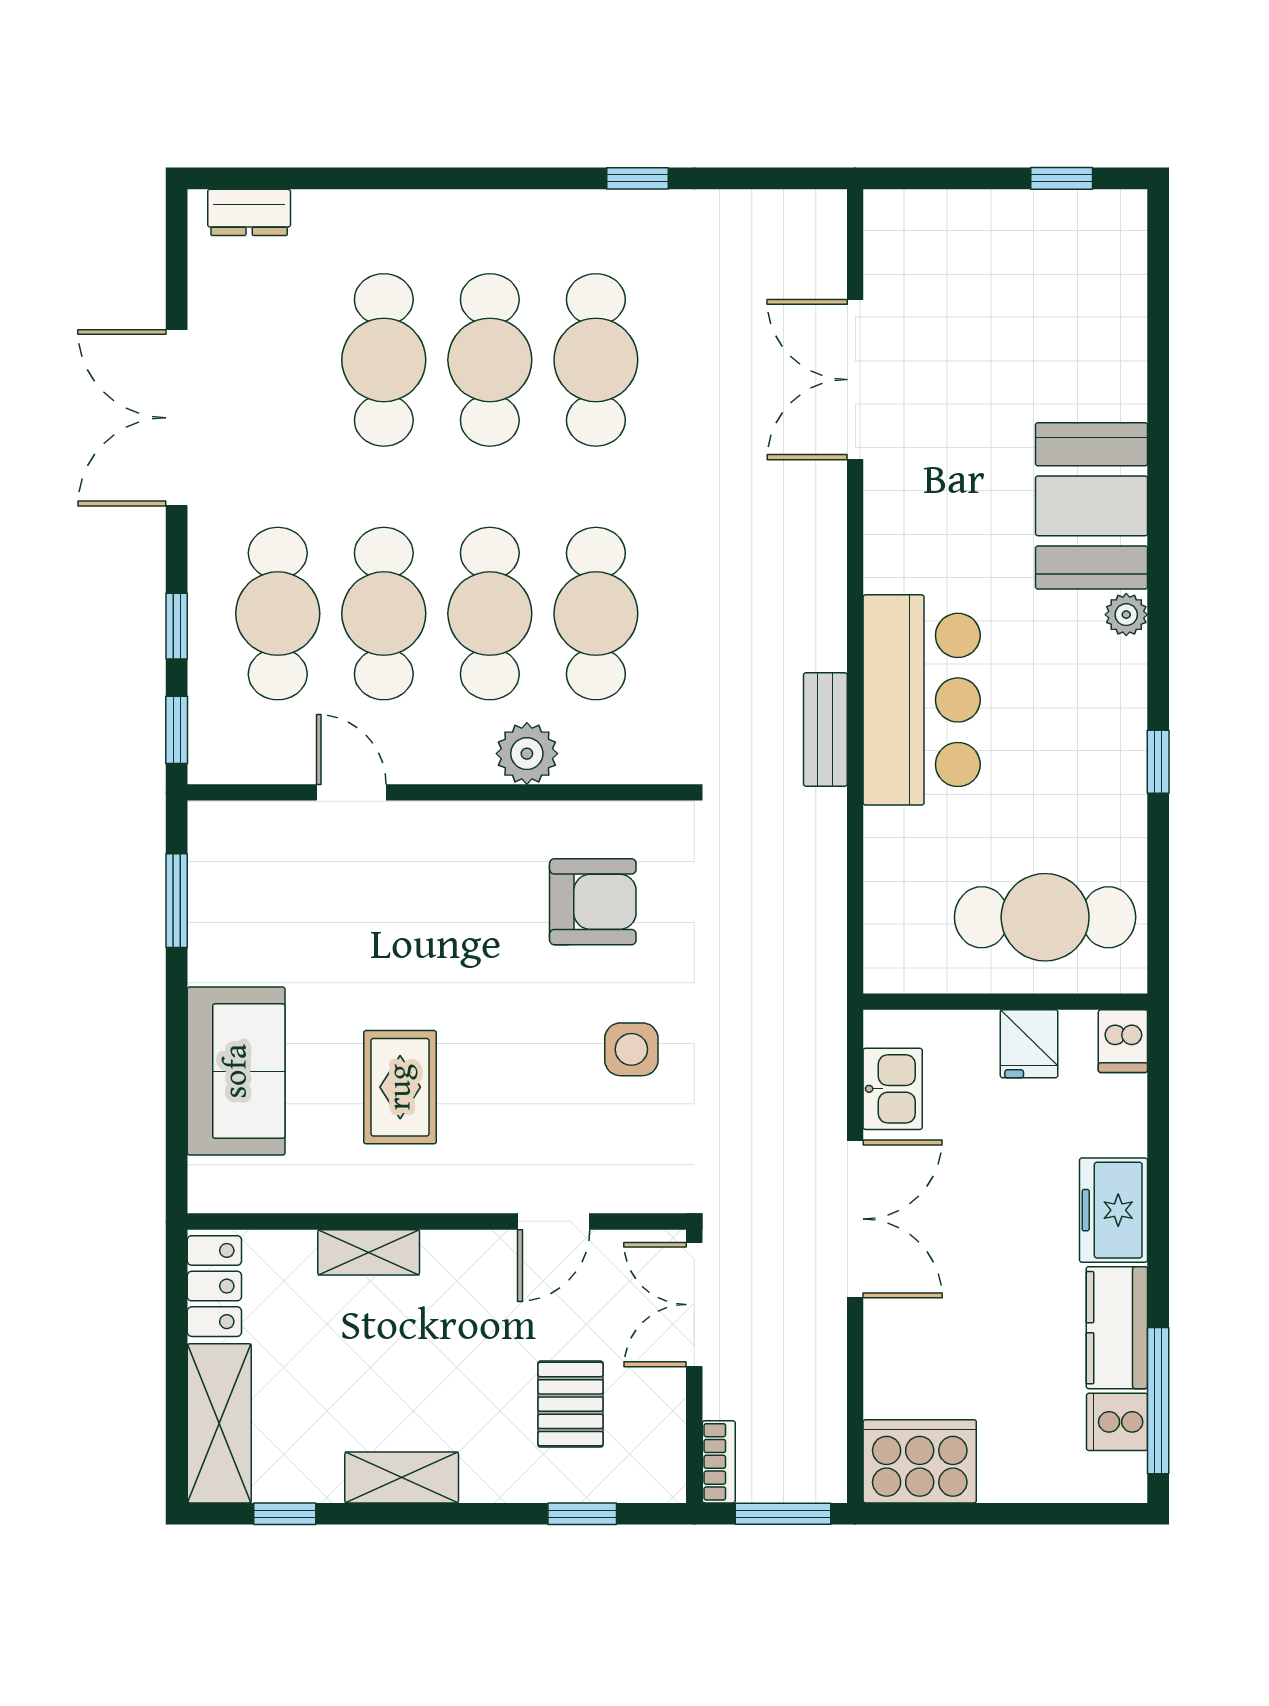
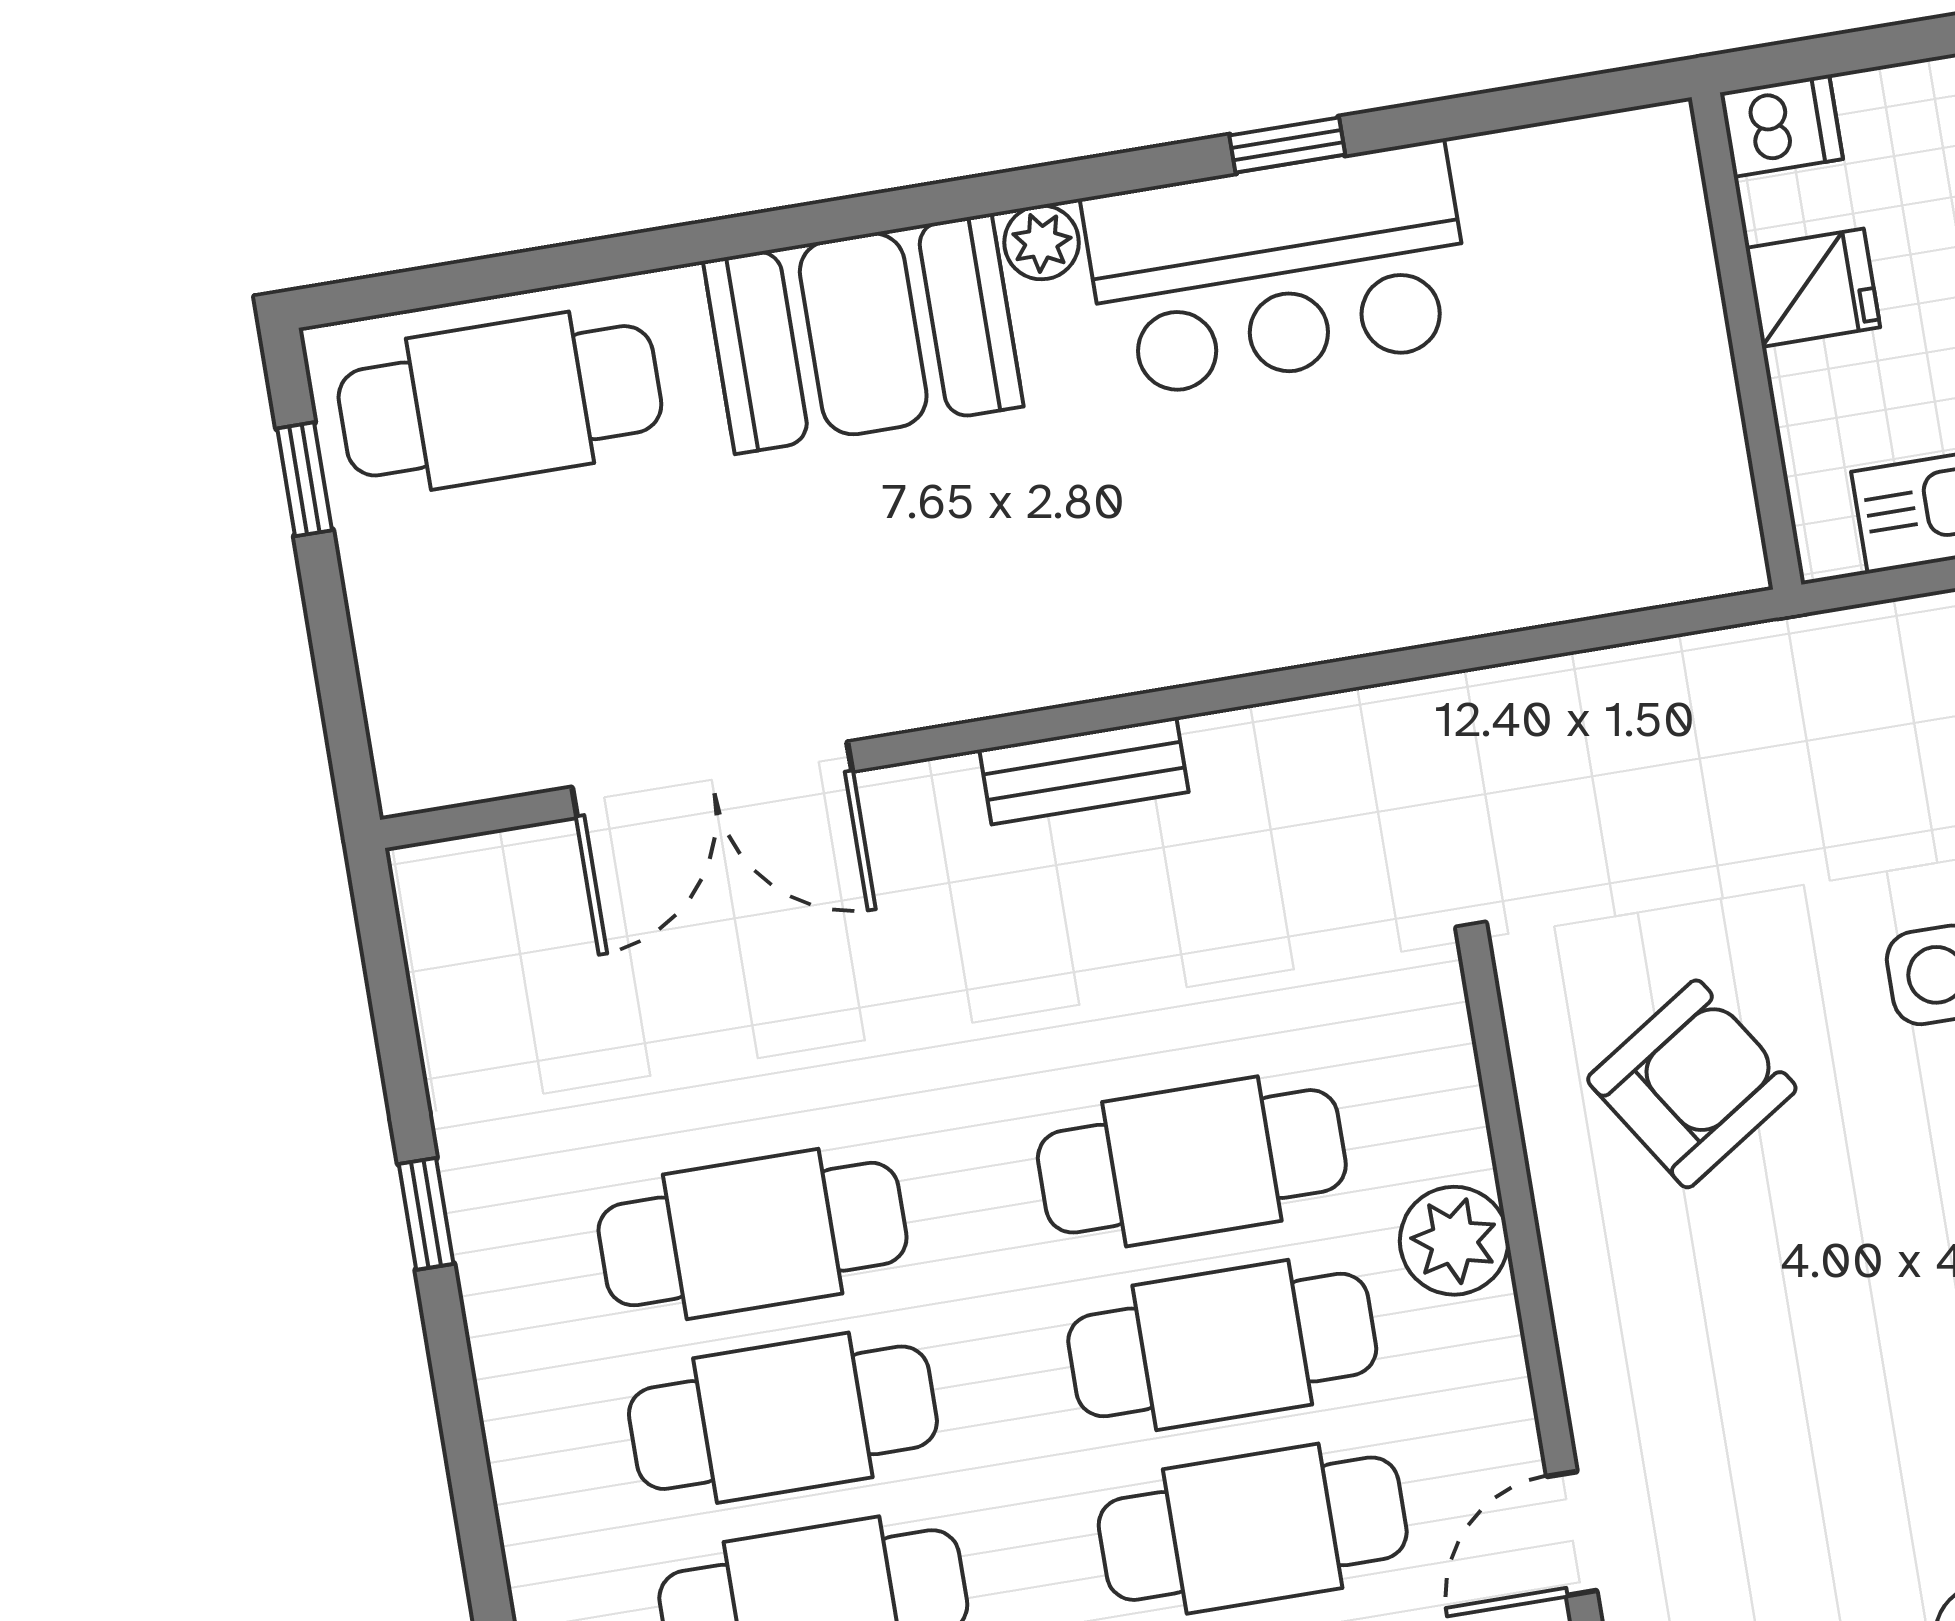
bar counter: (922, 700) -> (1279, 270), moved, turned 180
bench: (825, 729) -> (1084, 771), moved
armchair: (593, 902) -> (1692, 1084), turned 57
cafe table: (1045, 917) -> (500, 401), moved, turned 90

